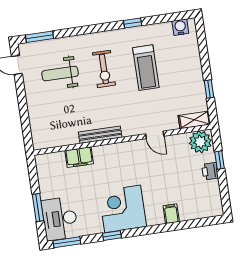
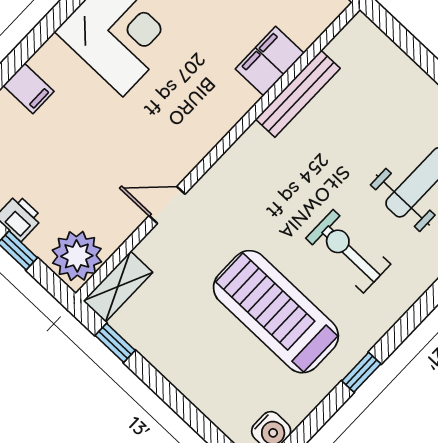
treadmill: (146, 68) -> (276, 312), width x1.37, depth x1.38
window: (209, 89) -> (115, 343), moved
bench: (100, 135) -> (298, 94), moved

